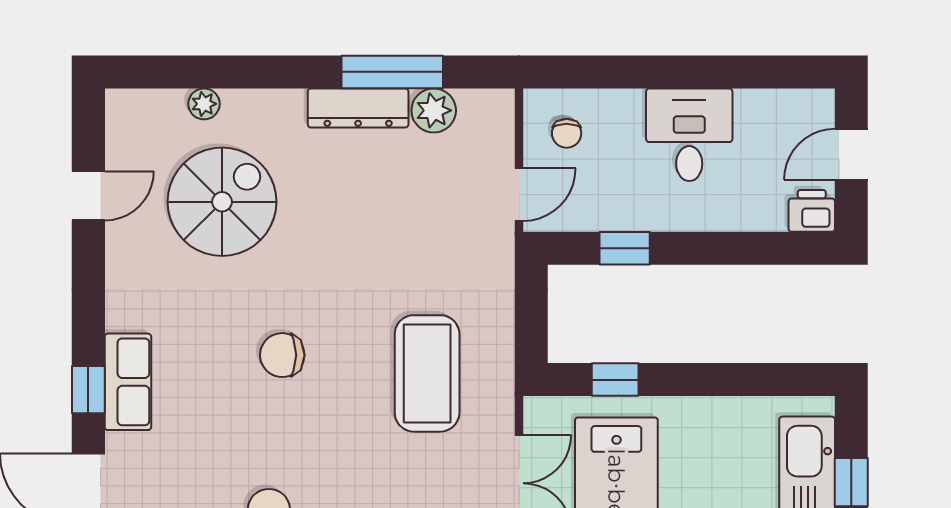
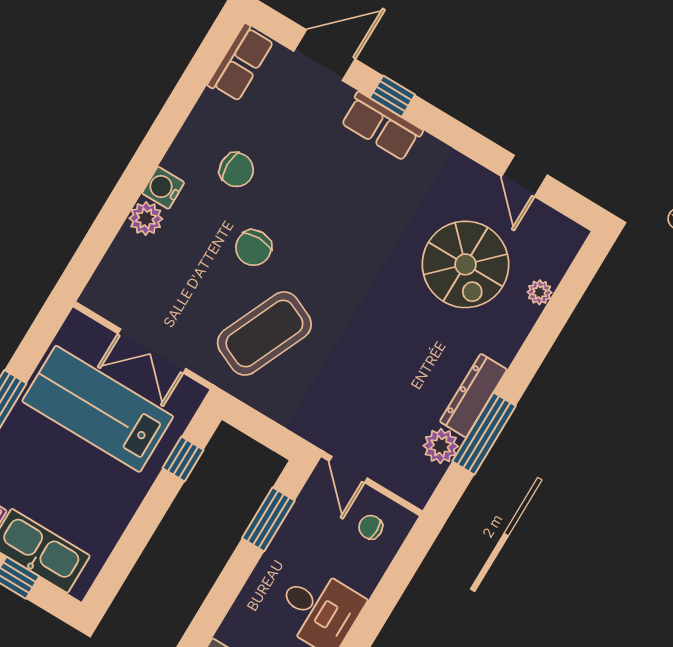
window: (625, 248) -> (268, 519), width x1.50
chair: (282, 355) -> (253, 248), moved, turned 180
coffee table: (427, 373) -> (264, 333), turned -66

